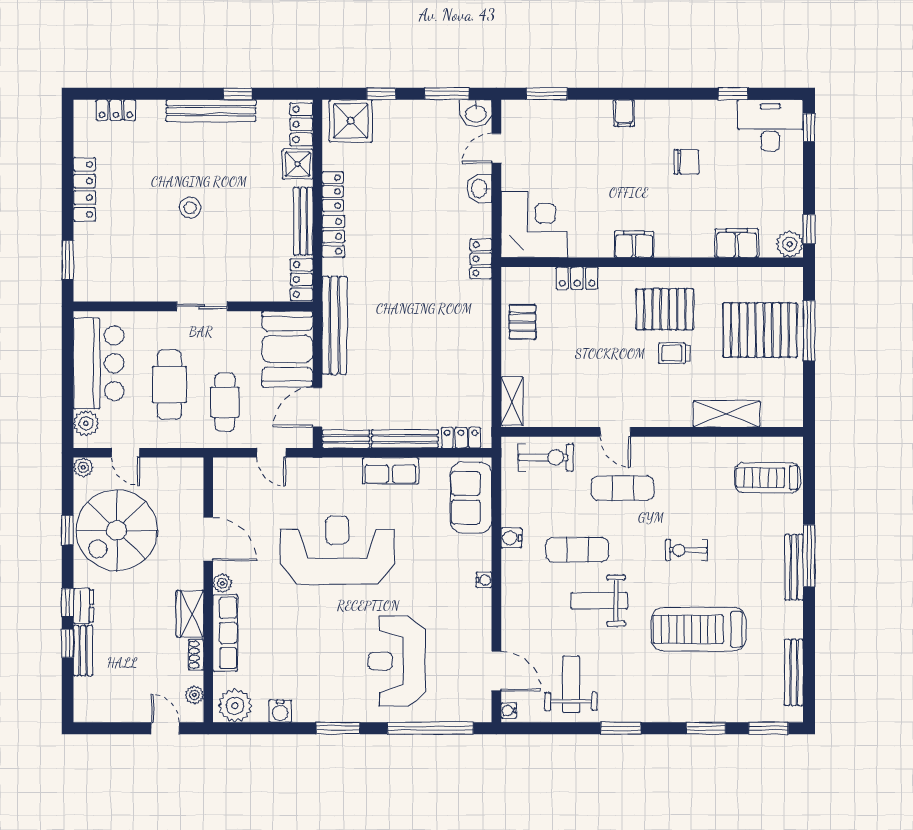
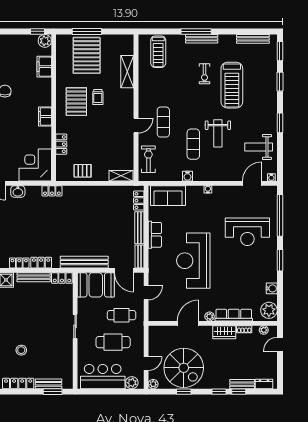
stool: (190, 208) -> (21, 350), moved
bench: (84, 252) -> (48, 384), added
exercise bike: (686, 550) -> (204, 74), moved
dresser: (83, 606) -> (264, 384), moved

